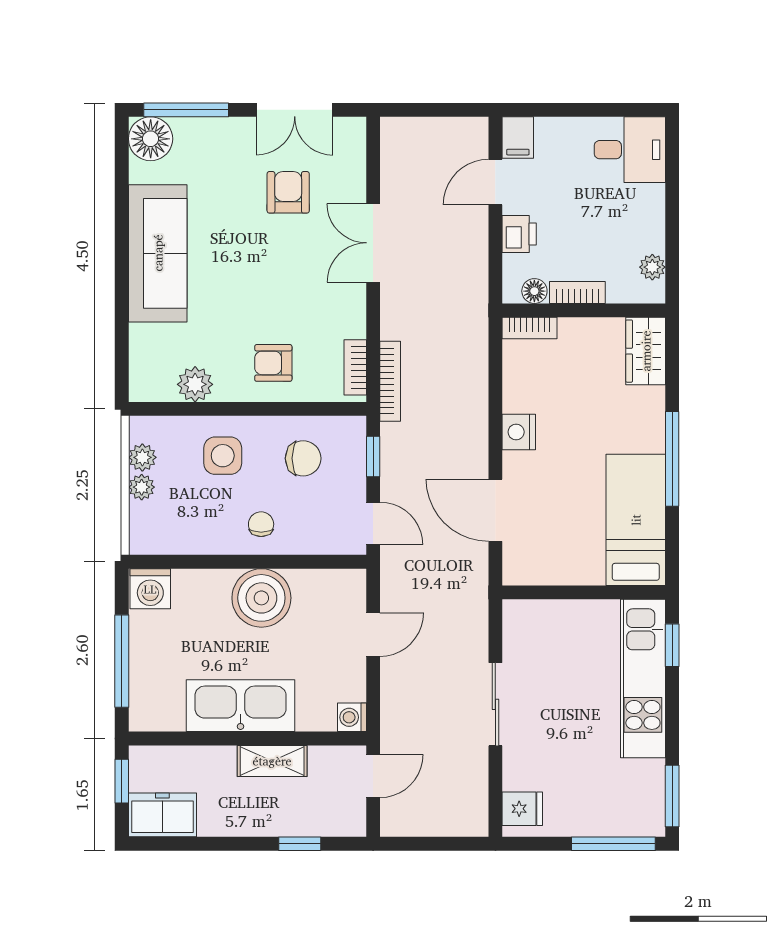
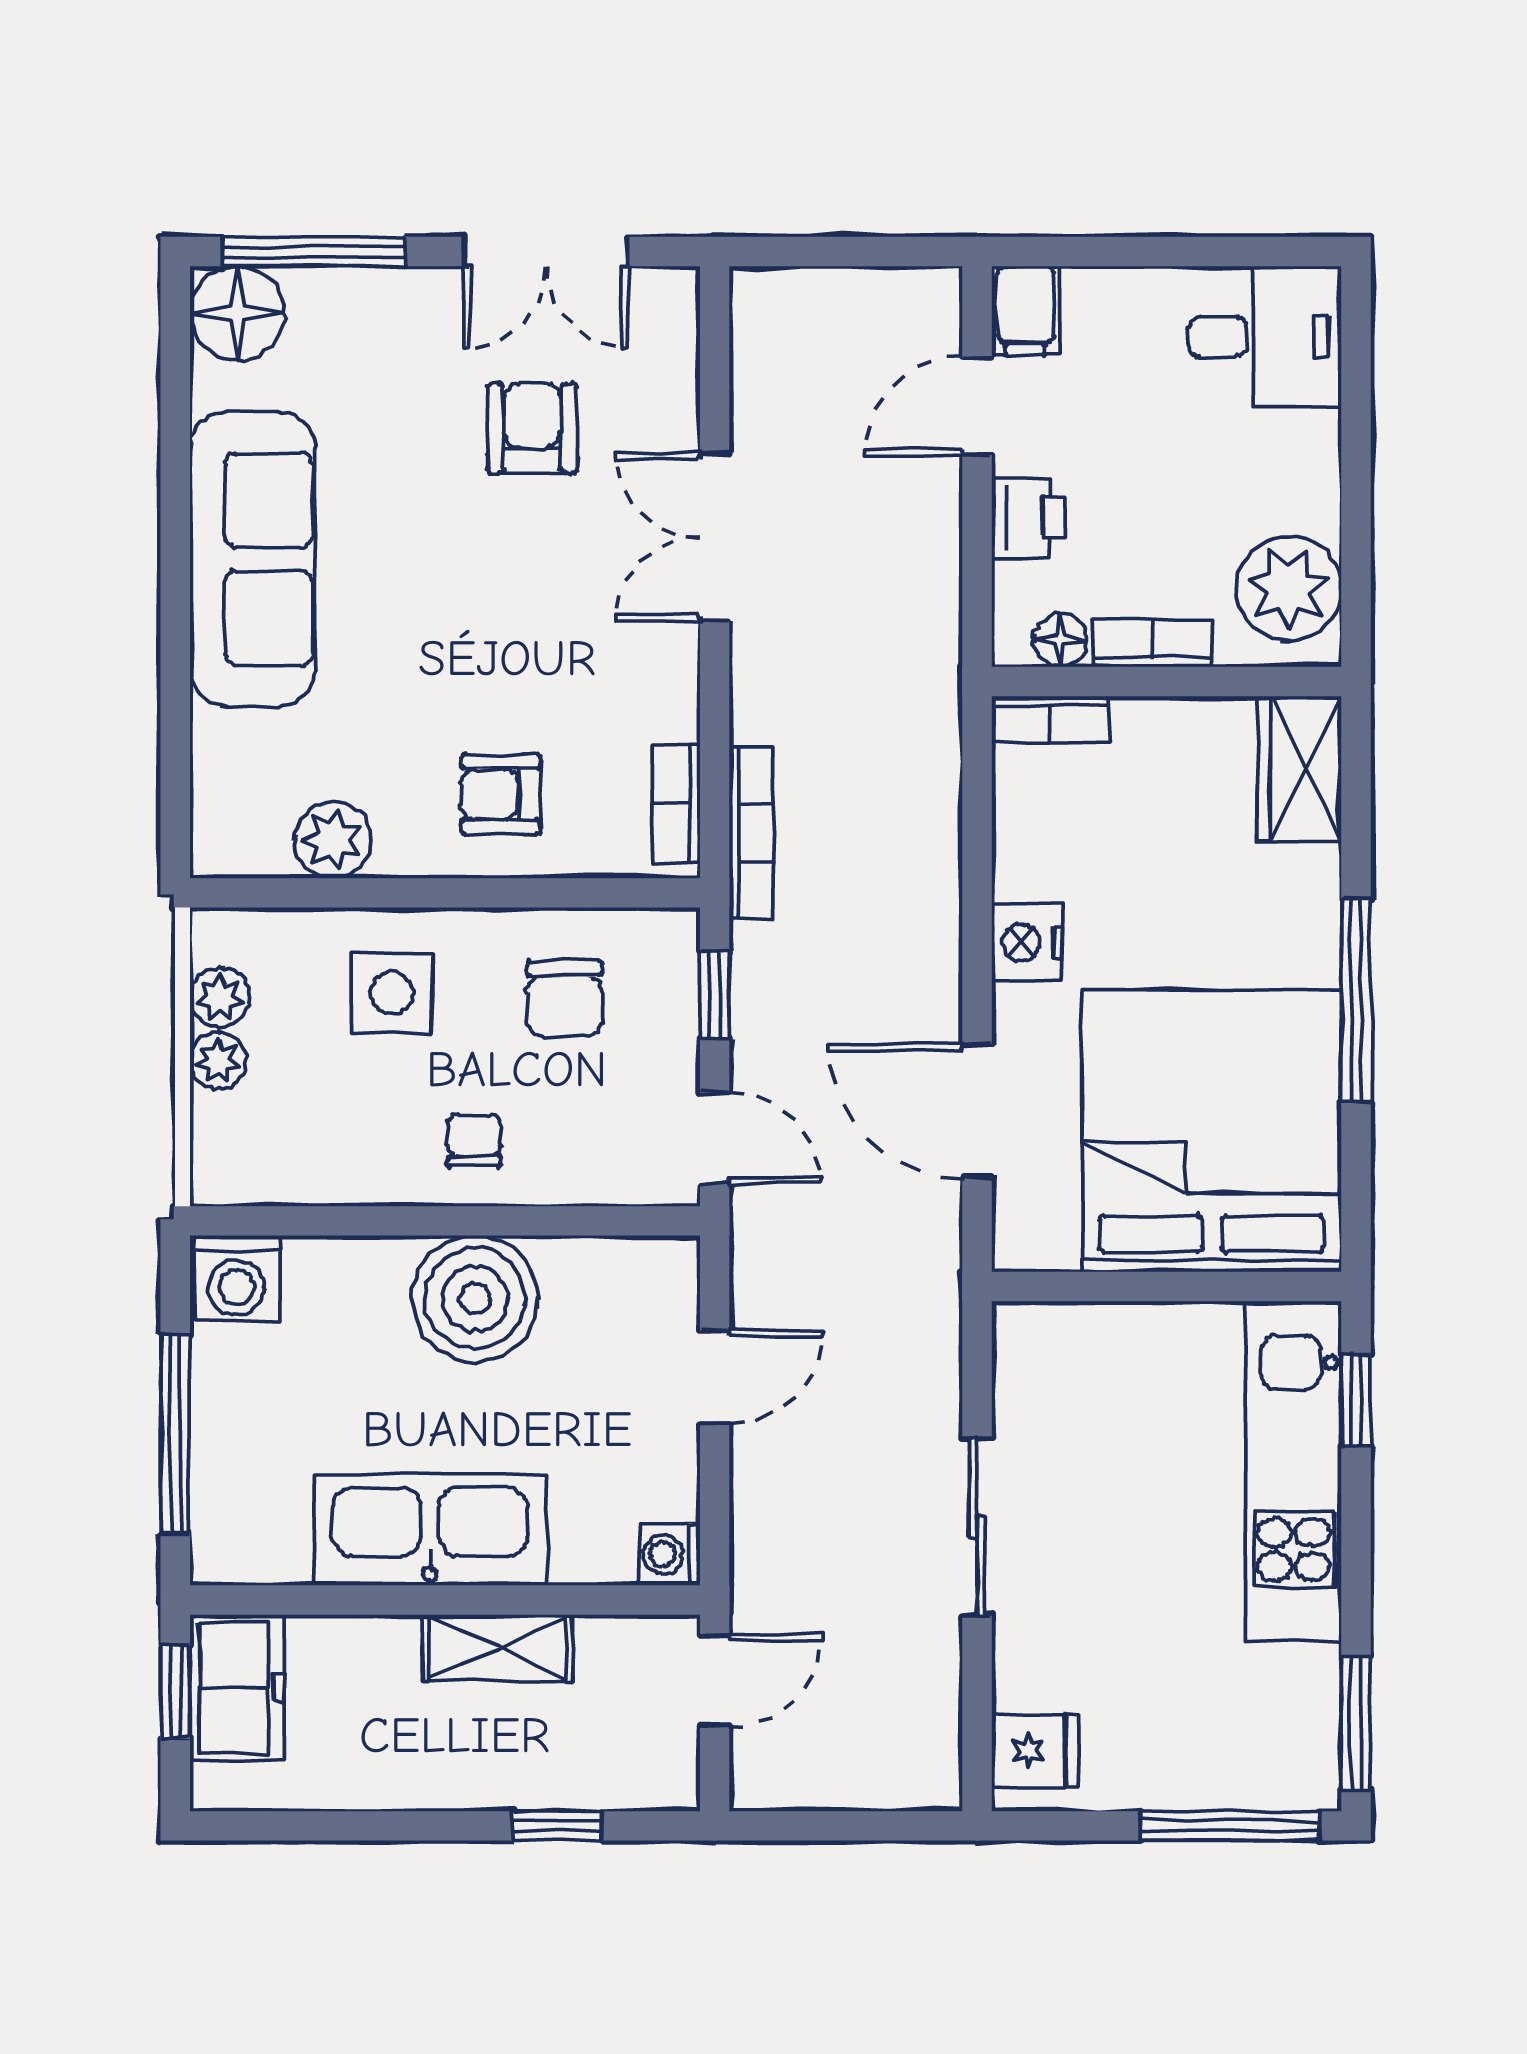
plant: (652, 267) -> (1289, 589), width x1.87, depth x1.87
chair: (303, 458) -> (565, 999), turned 90
bed: (636, 520) -> (1212, 1131), width x2.04
freezer: (162, 815) -> (237, 1687), moved, turned 90

